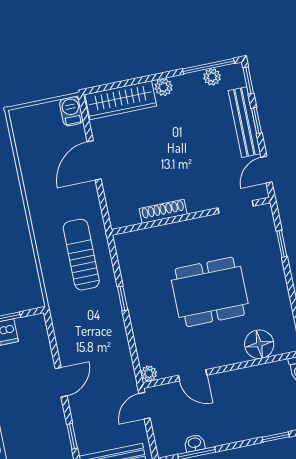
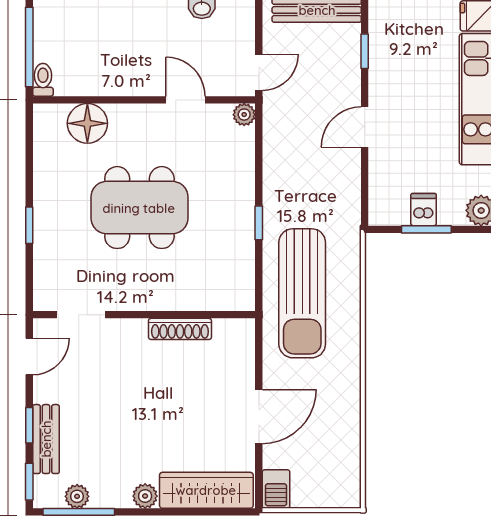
bench: (244, 122) -> (46, 439), width x0.73
window: (282, 244) -> (29, 225), moved
sun lounger: (81, 255) -> (302, 293), width x1.36, depth x1.34

